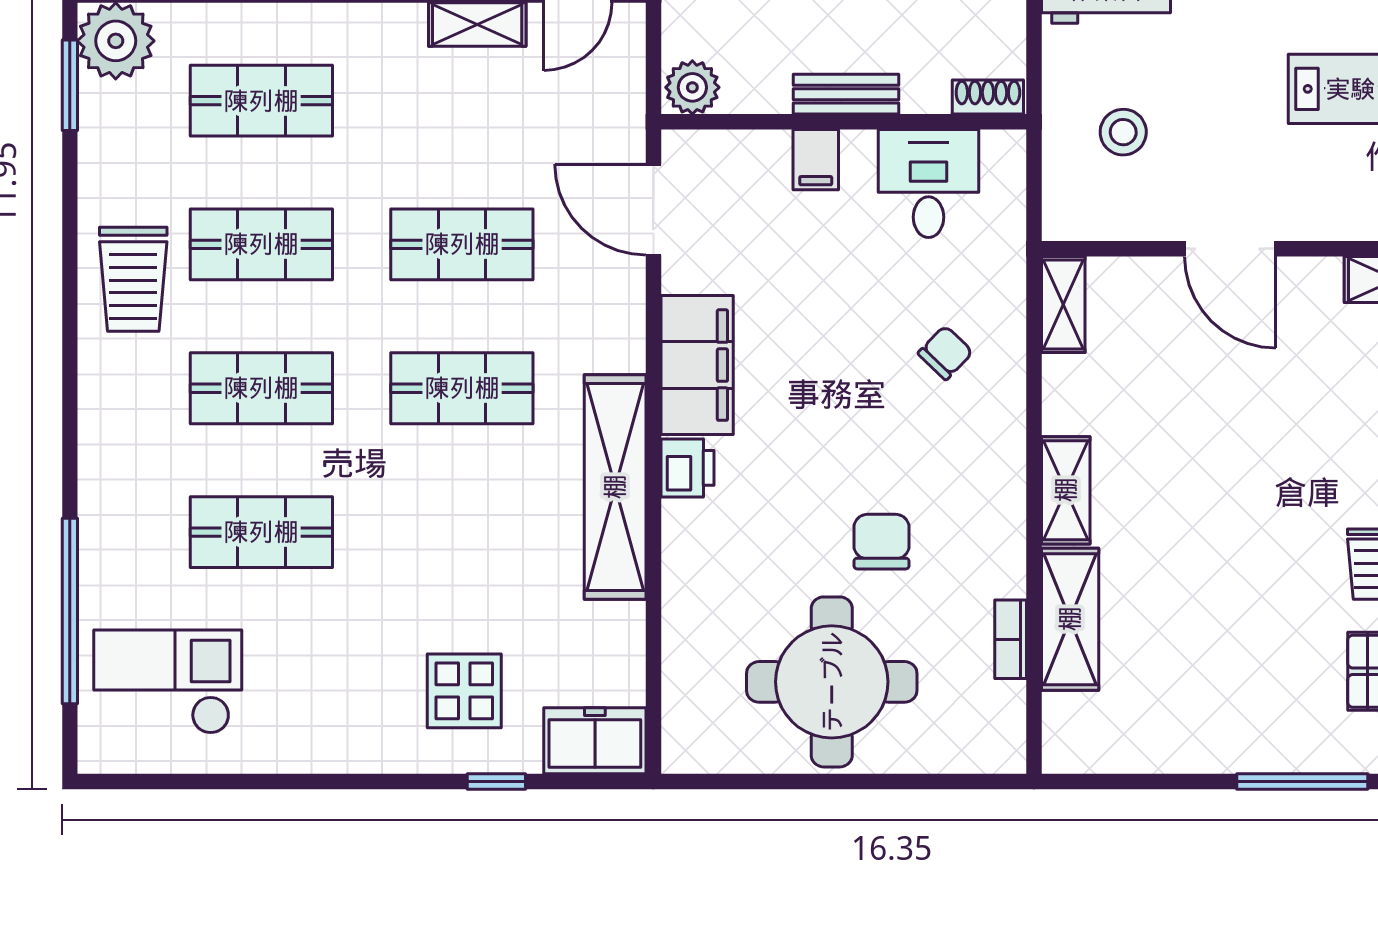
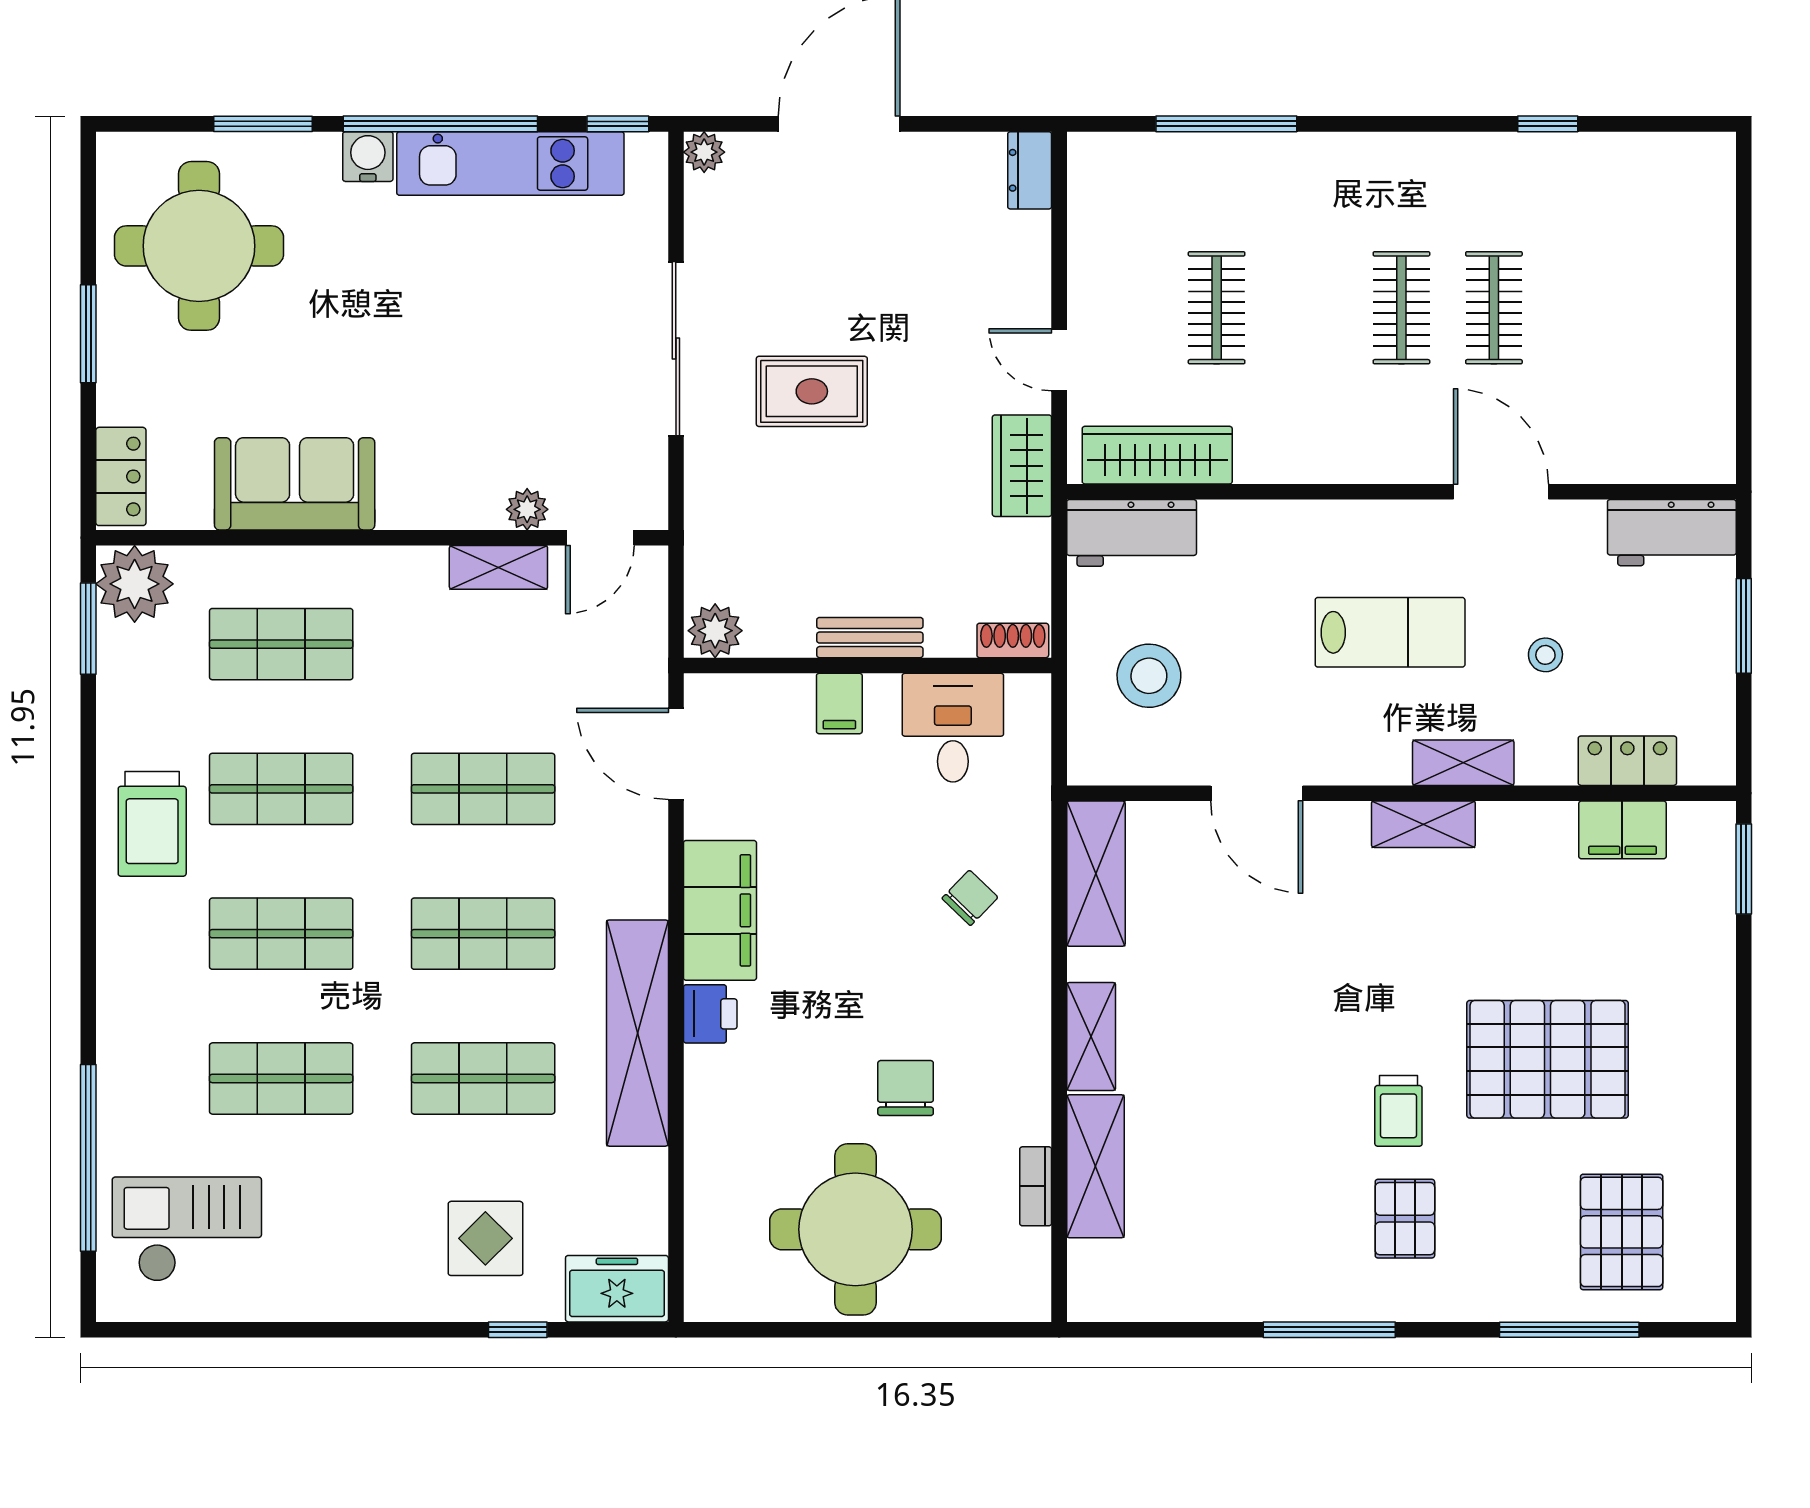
stool: (1123, 132) -> (1149, 676), width x1.38, depth x1.38
shelving: (1063, 305) -> (1096, 874), width x1.50, depth x1.33
shop shelf: (462, 532) -> (483, 1078), added

